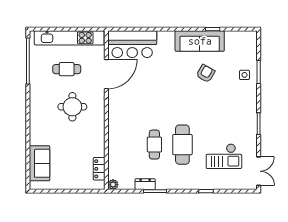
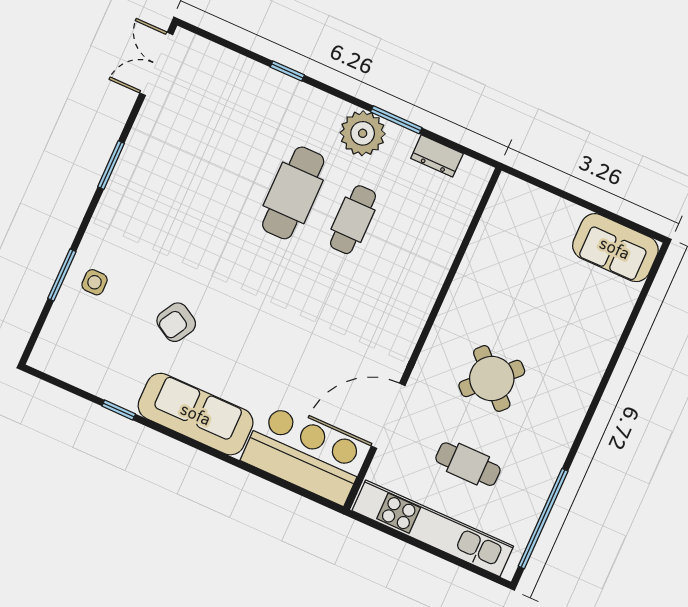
sofa: (200, 41) -> (196, 414), moved
round table: (72, 107) -> (492, 378), turned 45
checkout: (224, 156) -> (216, 129), removed
sofa: (39, 163) -> (615, 248), moved, turned -90
locker: (99, 169) -> (494, 221), removed
dresser: (145, 184) -> (437, 156), moved
plant: (113, 185) -> (363, 133), moved, width x1.88, depth x1.88

